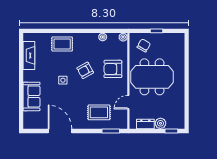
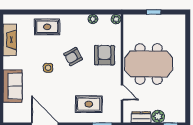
chair: (144, 45) -> (139, 29), removed
armchair: (113, 69) -> (104, 55), turned 90
door: (128, 102) -> (122, 93), swing flipped

